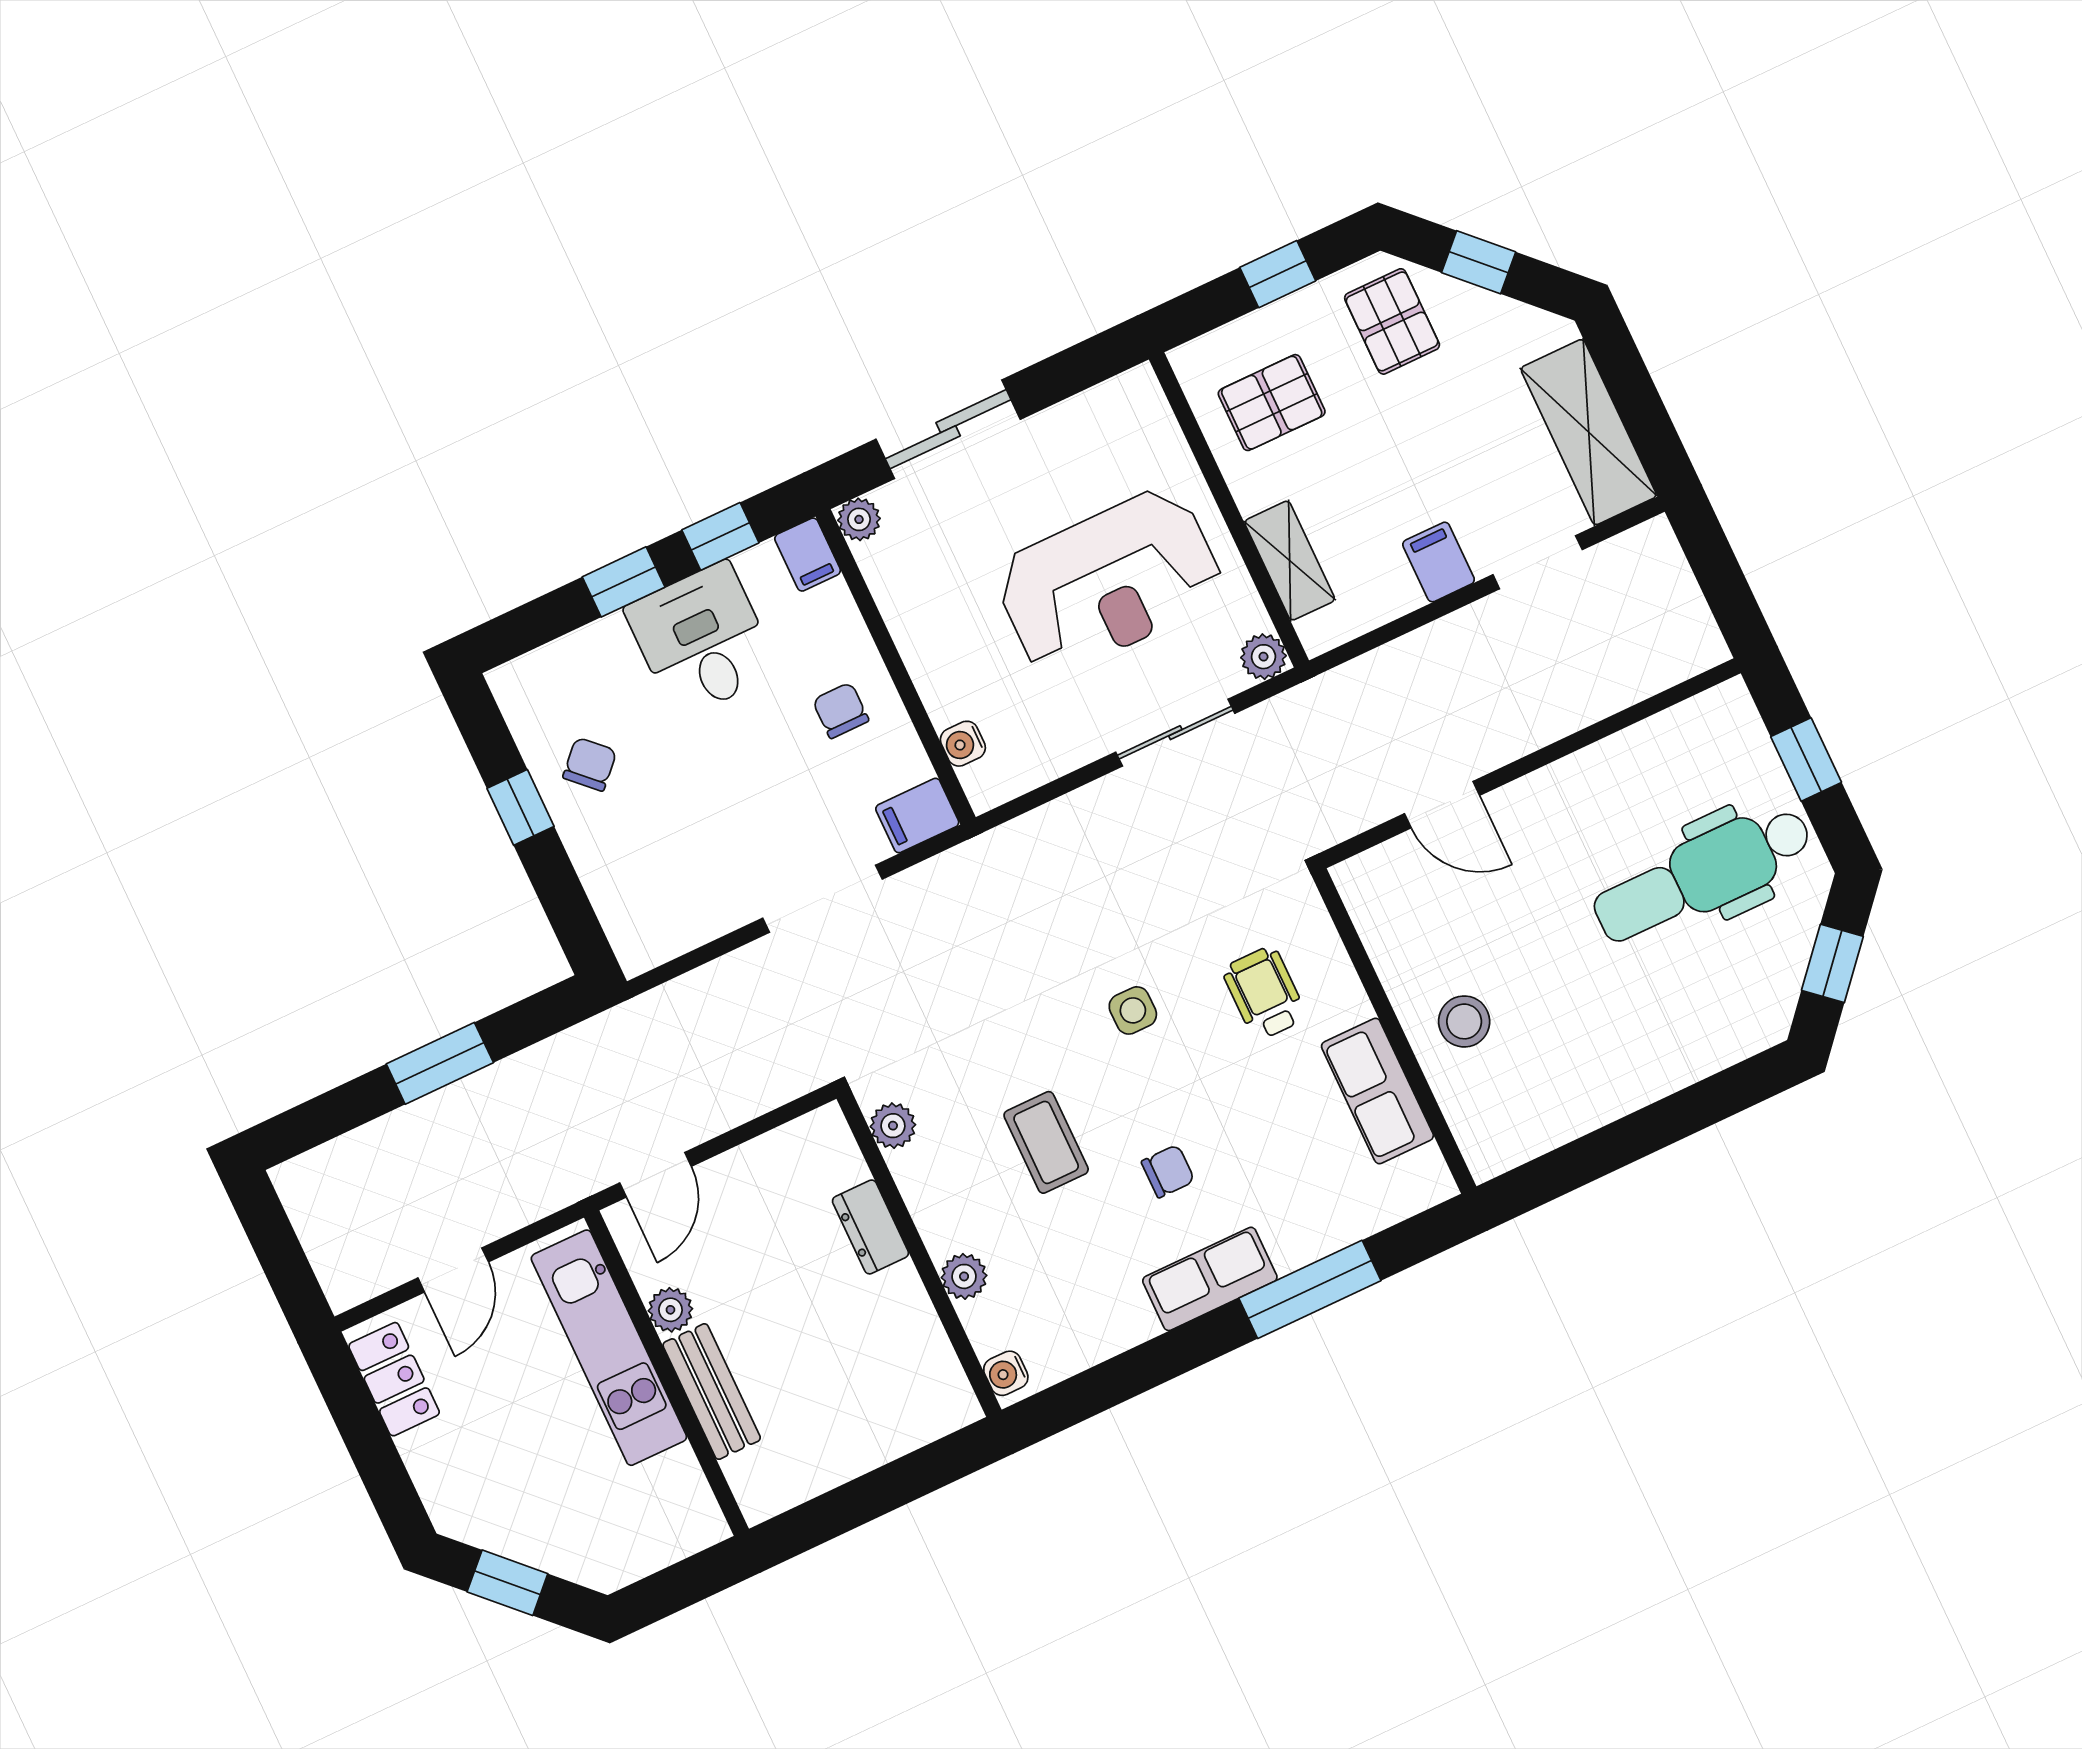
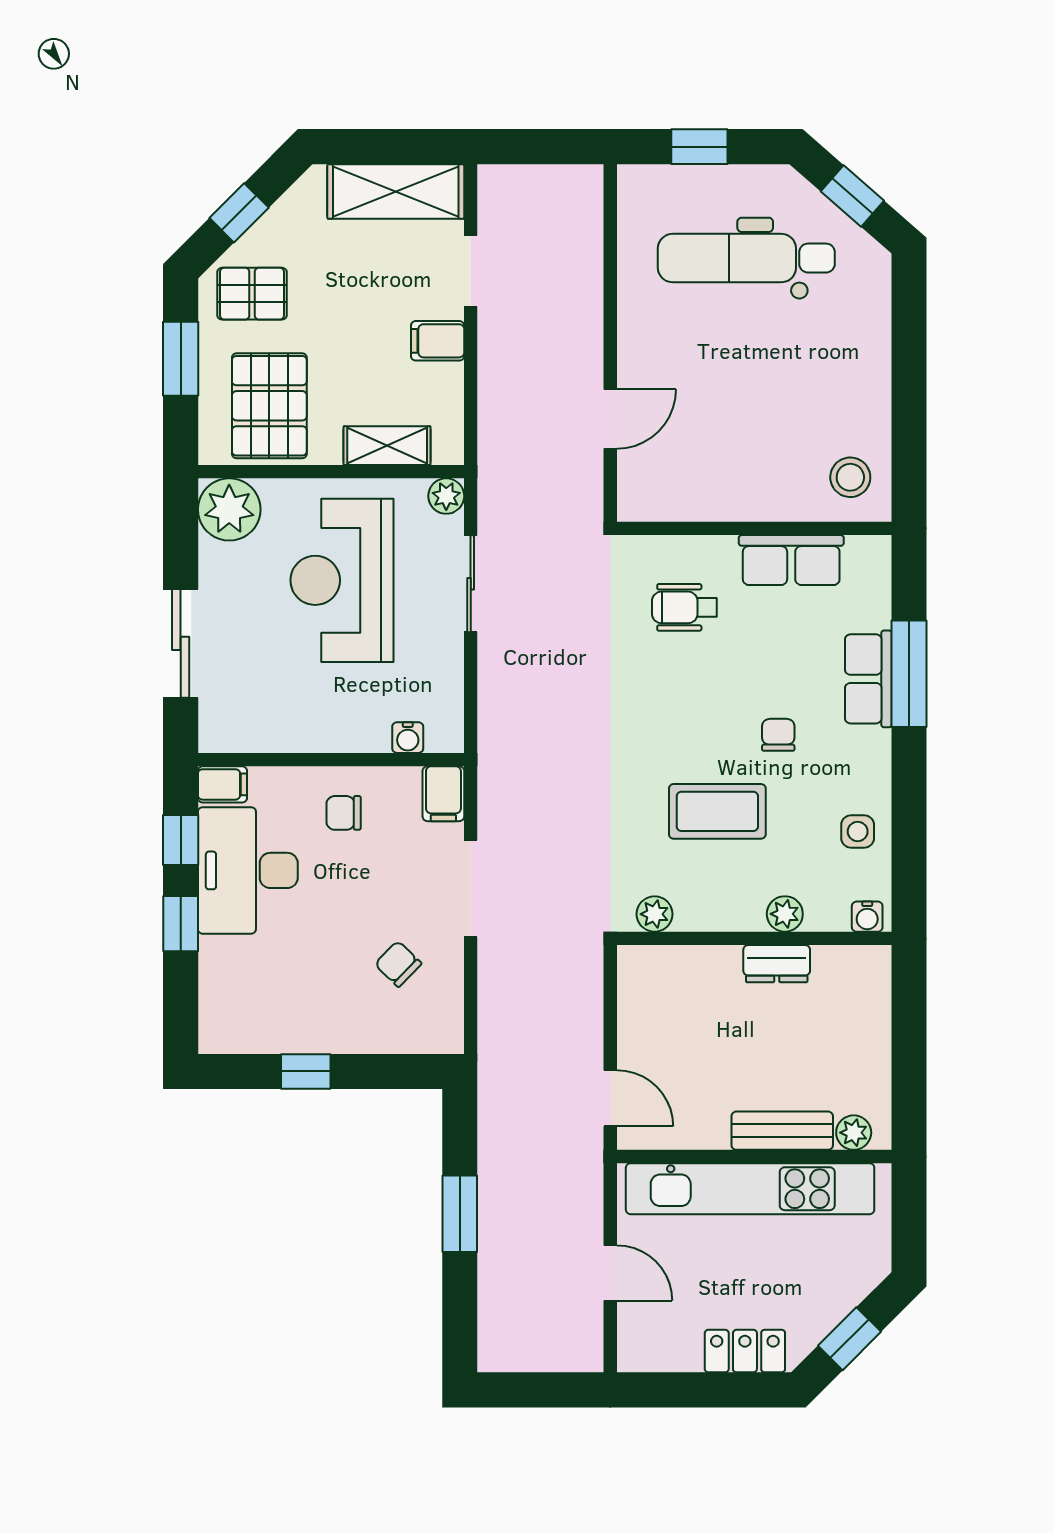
window: (1278, 274) -> (181, 359), width x1.50
pallet: (1272, 403) -> (269, 406), width x1.50, depth x1.42
plant: (859, 519) -> (229, 509), moved, width x1.87, depth x1.87
reception desk: (1109, 582) -> (342, 580), turned 180
desk: (702, 640) -> (248, 870), width x1.37
chair: (590, 764) -> (398, 964), moved
dental chair: (1703, 874) -> (746, 258), turned 90
side table: (1133, 1010) -> (858, 831), moved
stool: (1464, 1021) -> (850, 477), moved
coffee table: (1046, 1142) -> (717, 811), width x1.36, depth x1.30
dresser: (870, 1227) -> (777, 964), moved
row of seats: (1210, 1279) -> (868, 679), moved
plant: (670, 1310) -> (854, 1133), moved
kitchen unit: (609, 1348) -> (750, 1189), width x1.36
locker: (394, 1379) -> (745, 1351), moved

